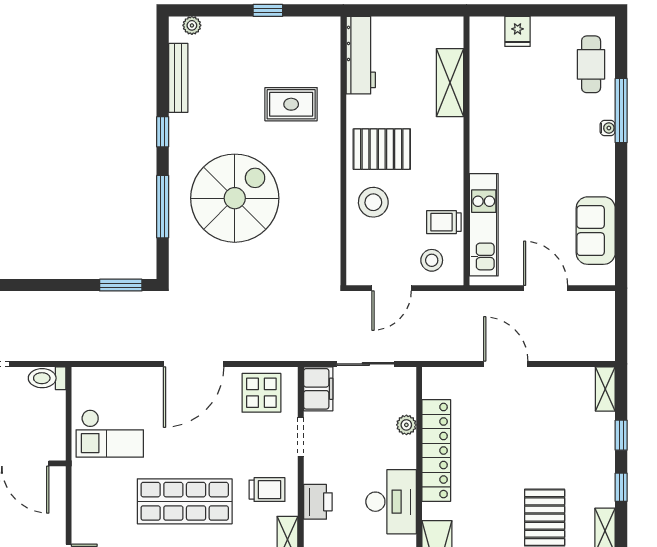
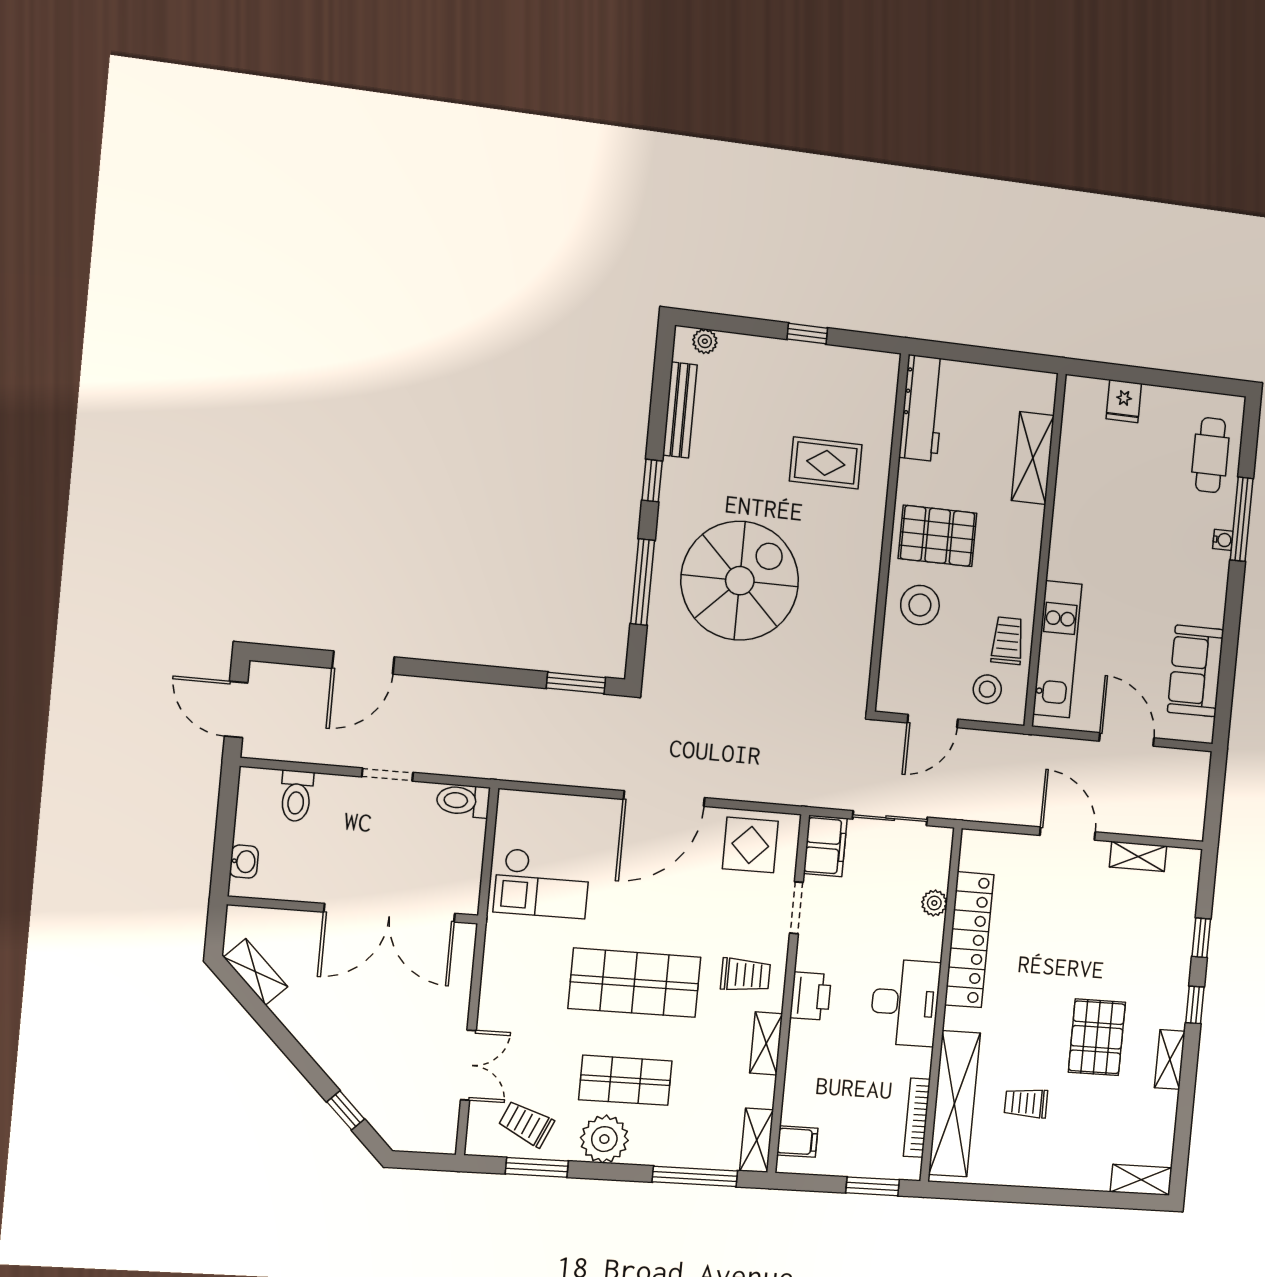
trolley: (444, 222) -> (1008, 641), turned 90
shelving: (605, 389) -> (1138, 856), moved, turned 90

